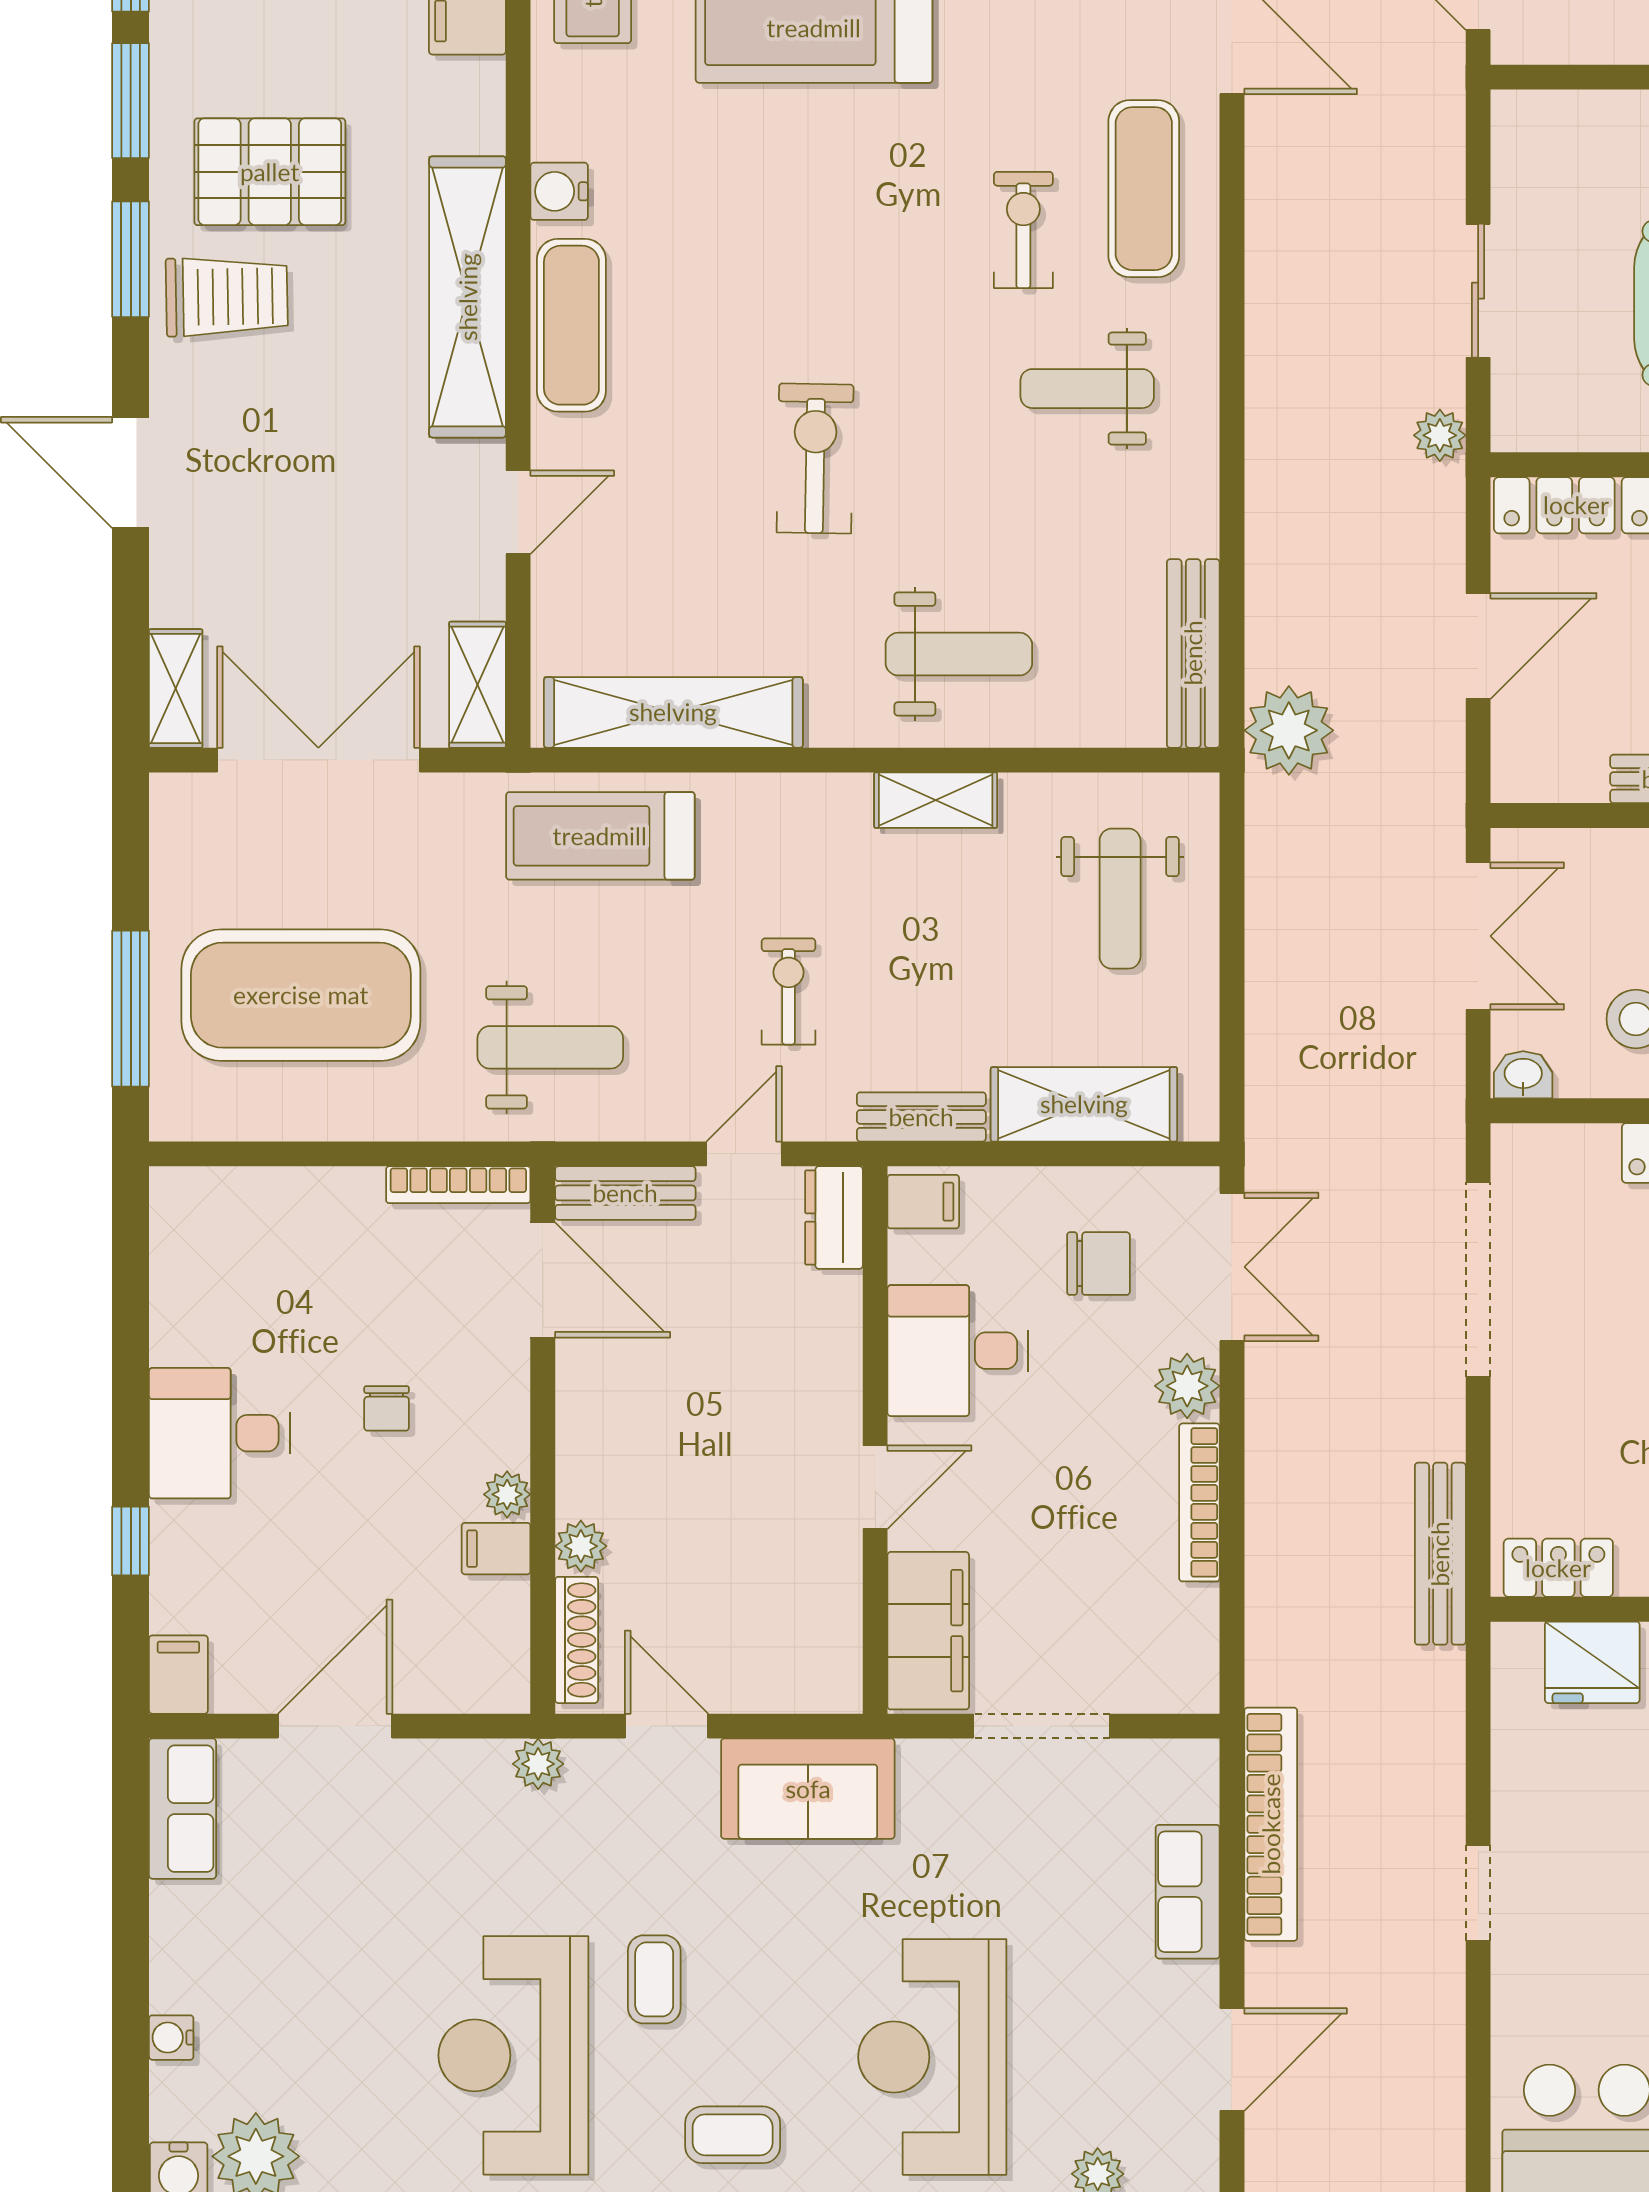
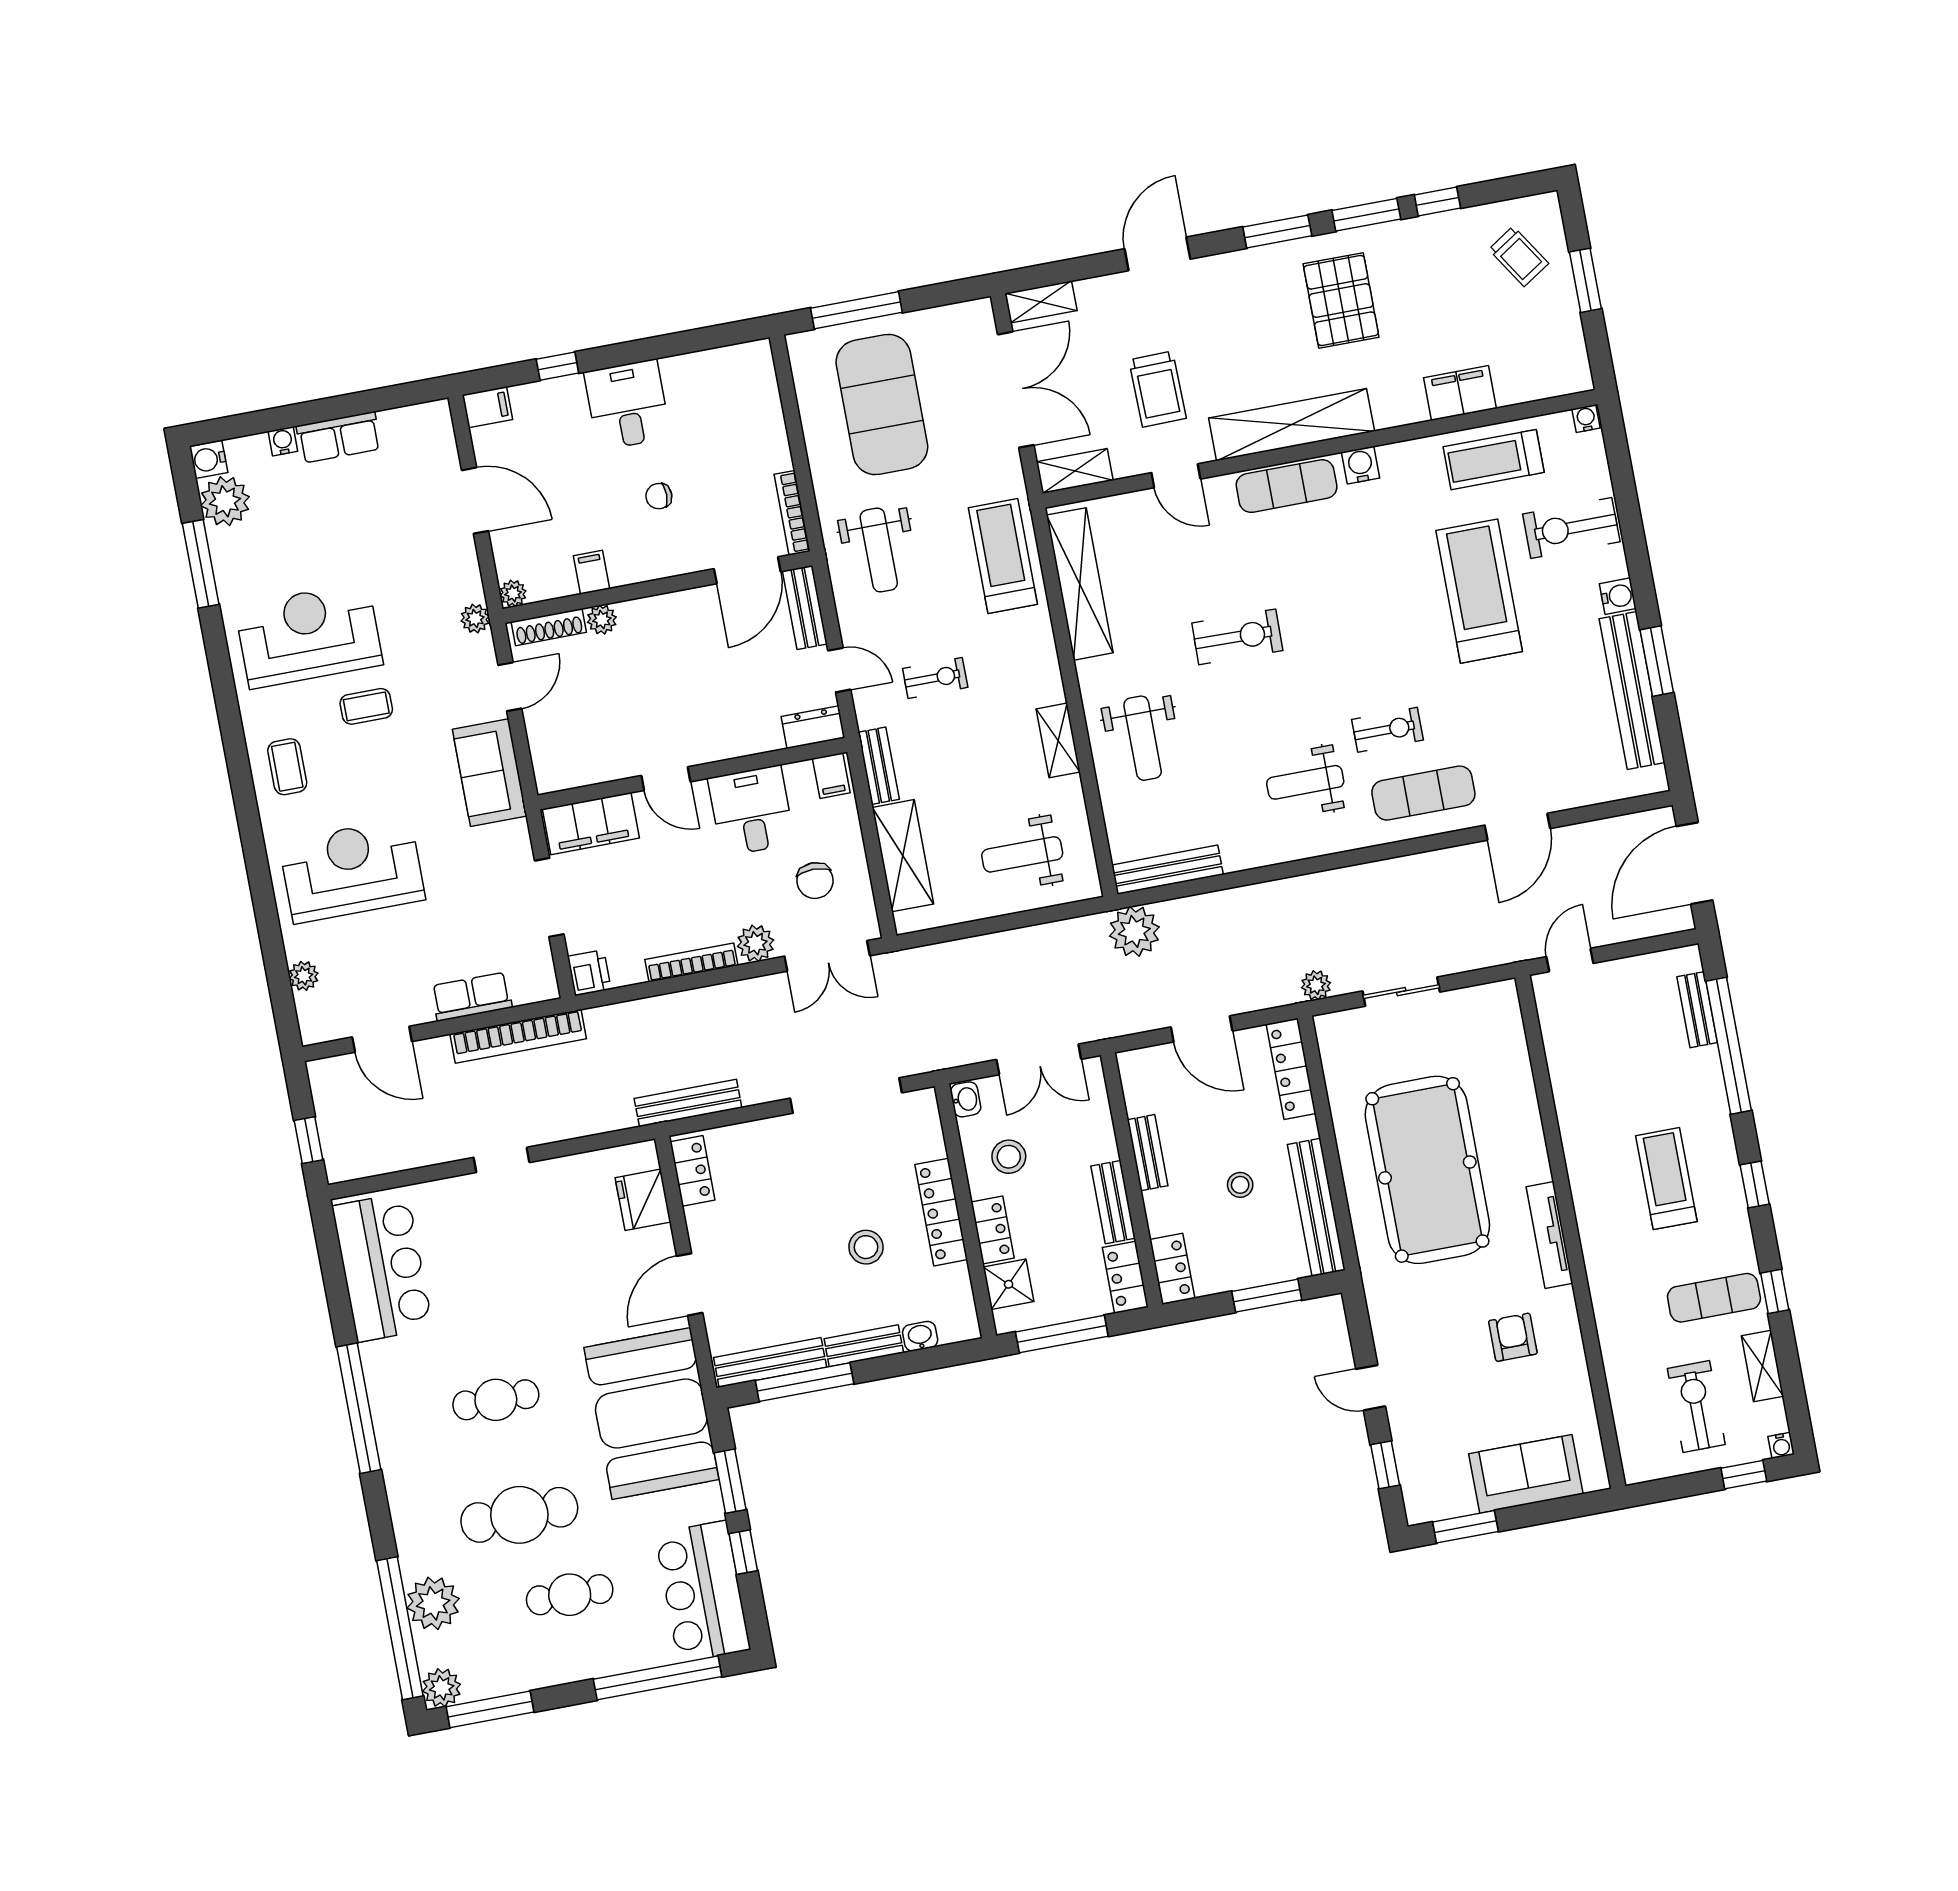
trolley: (227, 297) -> (1158, 389), moved
weight bench: (1087, 389) -> (1305, 782), turned -90
plant: (507, 1494) -> (513, 593), moved
printer: (1184, 1682) -> (589, 973), added
row of seats: (183, 1809) -> (339, 437), moved

